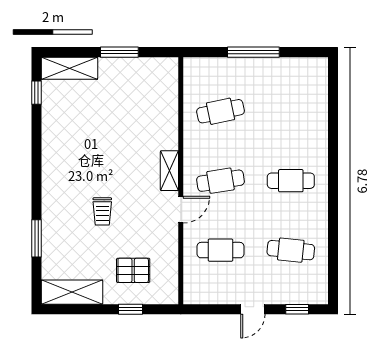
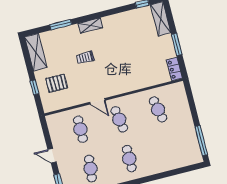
window: (253, 52) -> (201, 141), moved
locker: (160, 67) -> (174, 69), added
shelving: (169, 171) -> (90, 25), moved
pallet: (133, 270) -> (57, 83), turned 90

